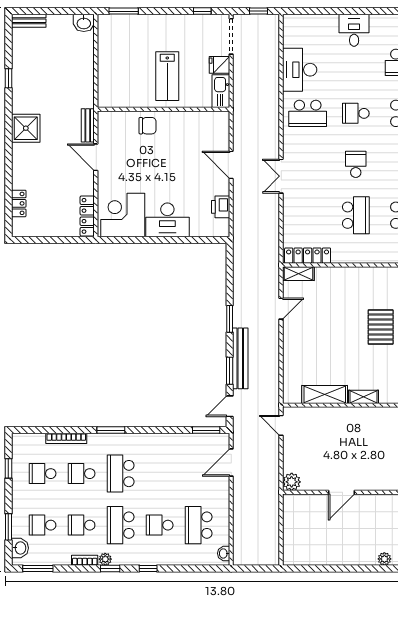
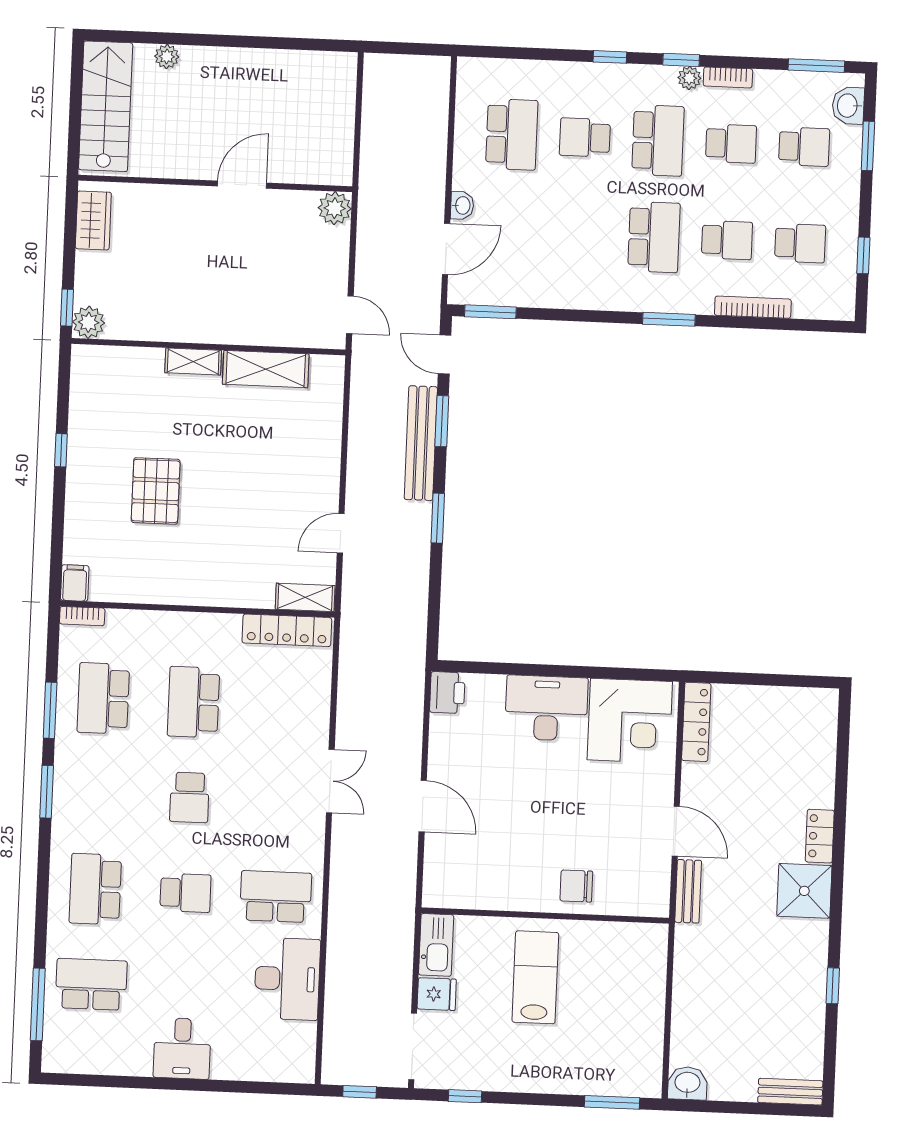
locker: (19, 203) -> (820, 836), moved
printer: (221, 207) -> (447, 693), moved
door: (230, 406) -> (445, 355), swing flipped
school desk: (160, 525) -> (585, 137), turned 180
washbasin: (224, 553) -> (462, 205), moved

